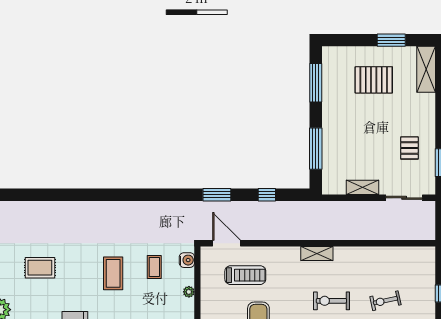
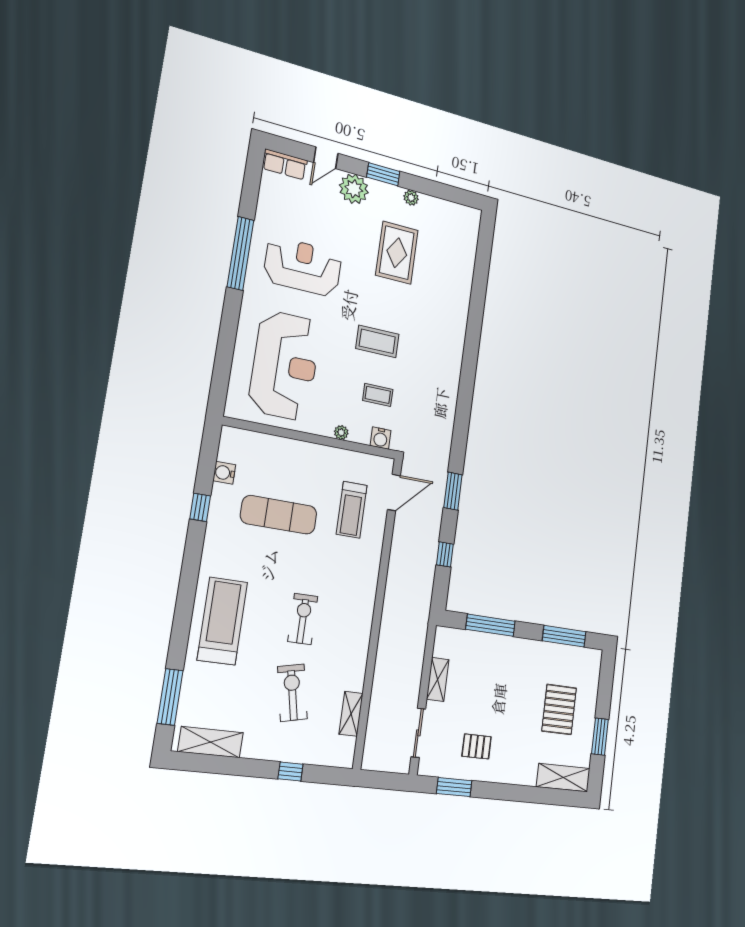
shelving: (317, 253) -> (351, 714), moved
rug: (40, 268) -> (397, 253), width x1.36, depth x1.43
exercise bike: (385, 301) -> (292, 693), width x1.38, depth x1.39

